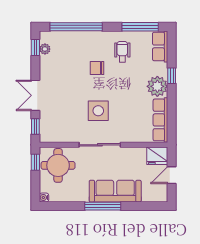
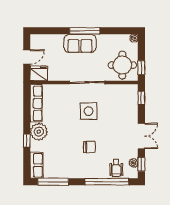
wheelchair: (122, 52) -> (116, 168), moved
double door: (35, 95) -> (141, 136), moved
sofa: (115, 191) -> (80, 43), width x0.73

